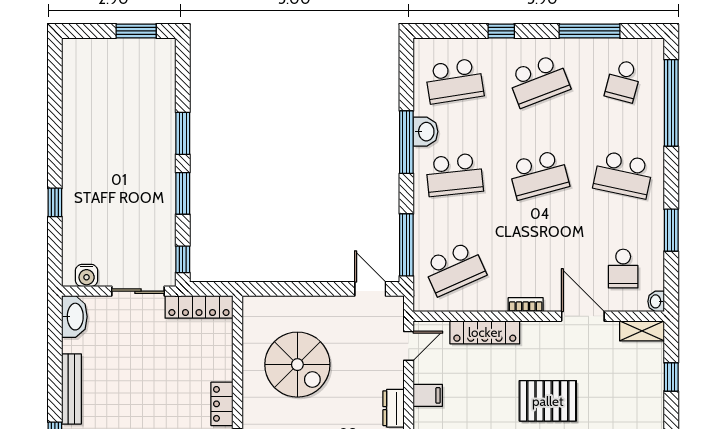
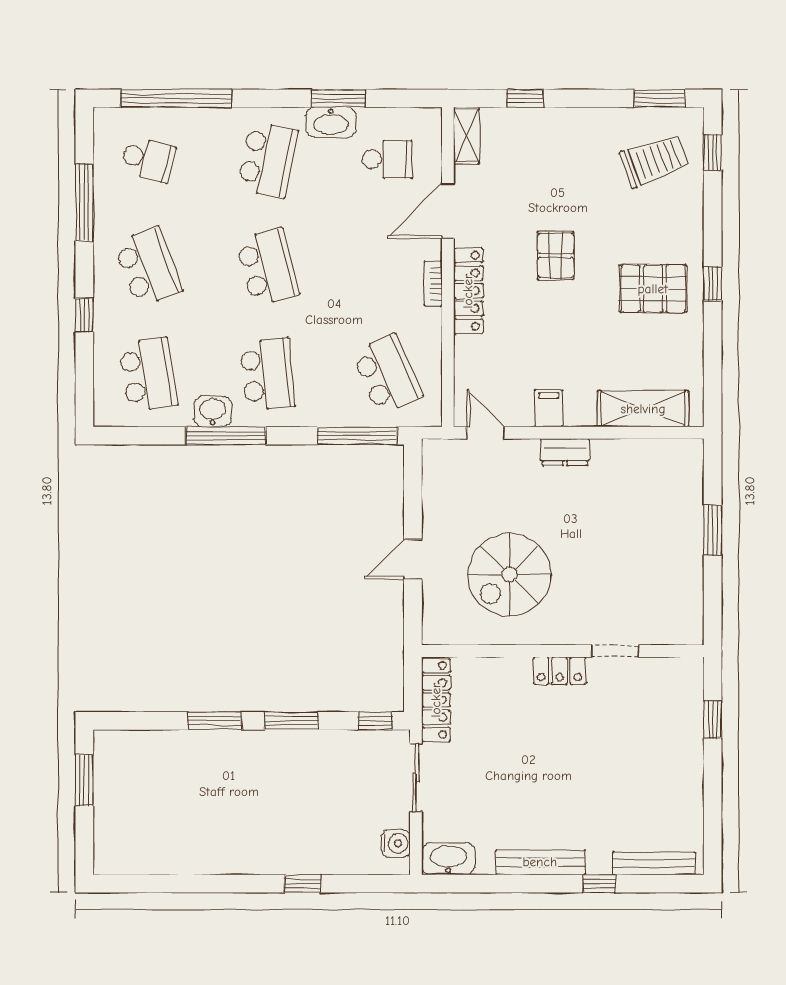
door: (370, 289) -> (413, 559), moved
washbasin: (656, 301) -> (331, 122), moved, width x1.91, depth x1.45
locker: (485, 332) -> (468, 291), moved
spiral stairs: (297, 365) -> (509, 575), turned 180
pallet: (548, 401) -> (556, 256), width x0.67, depth x0.71

